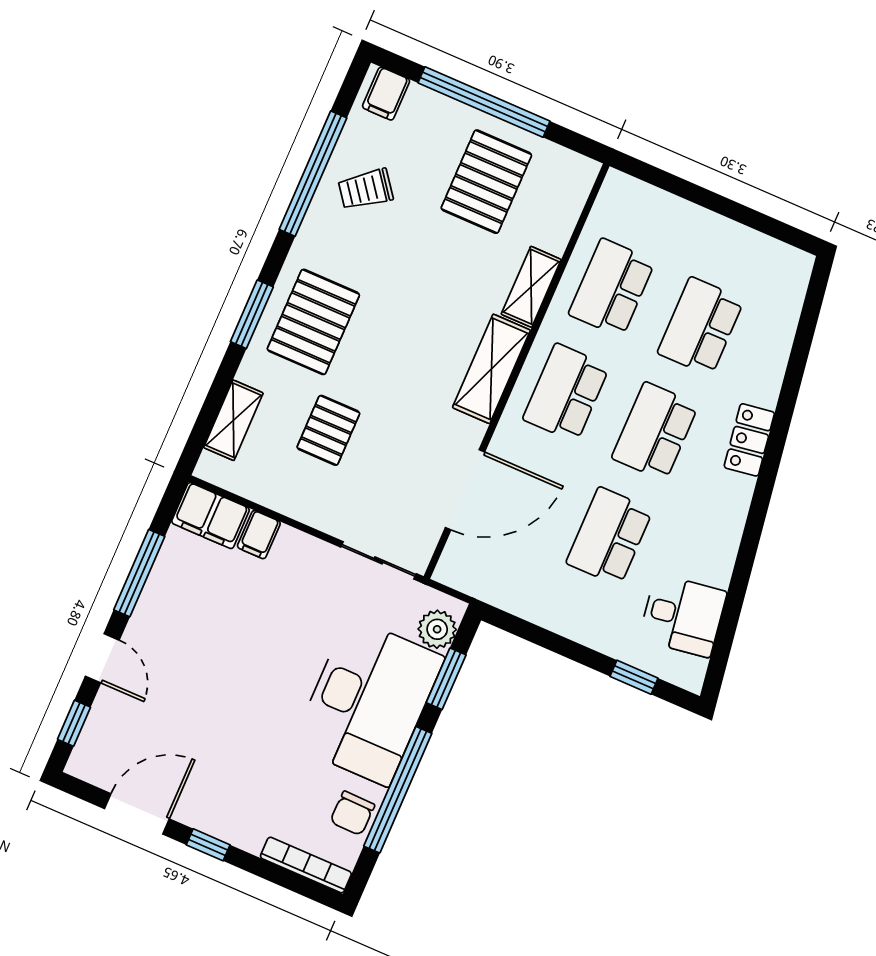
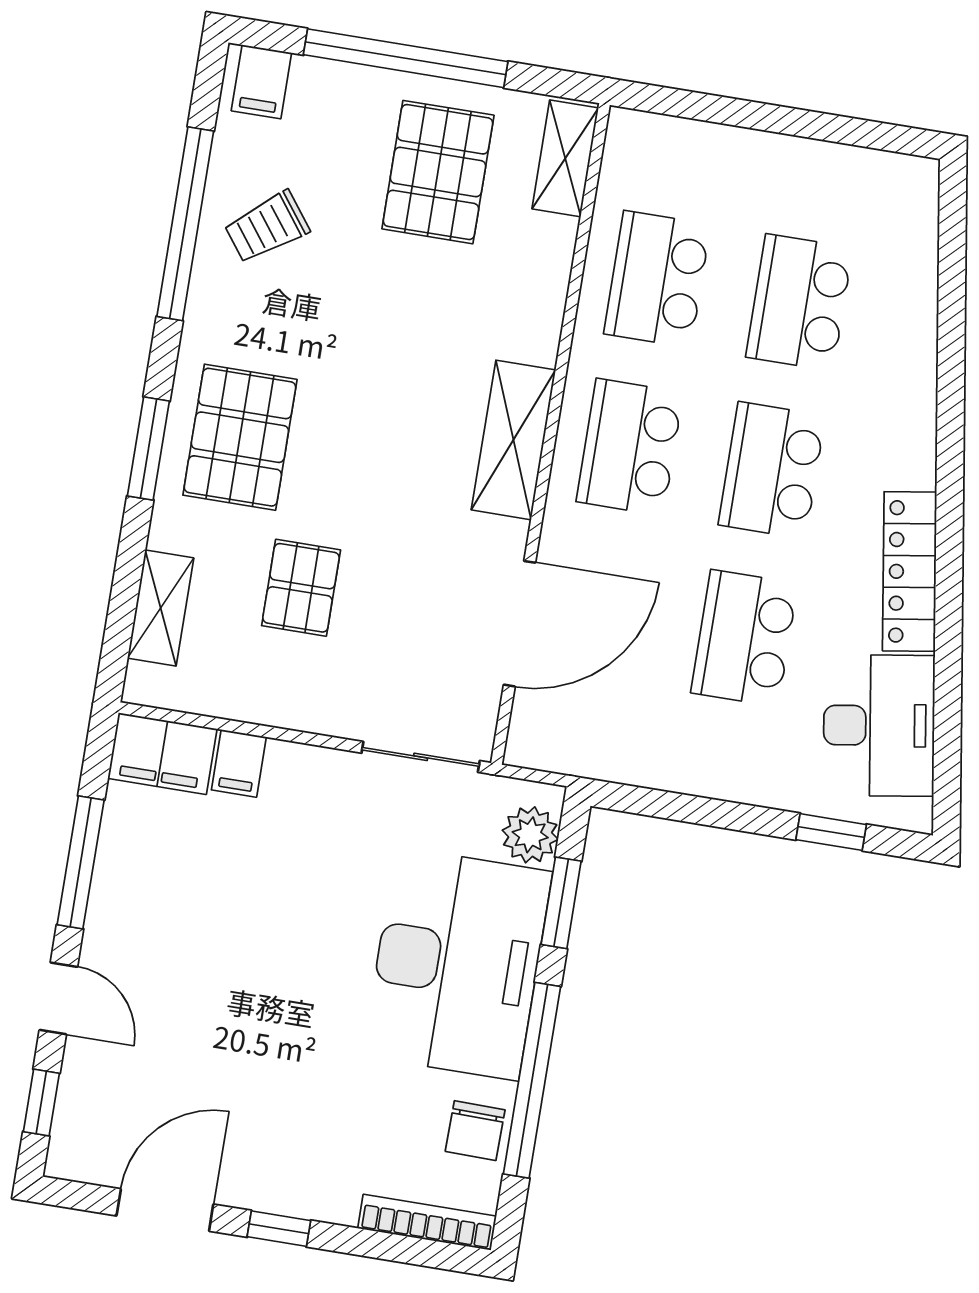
shelving: (531, 287) -> (565, 158), moved
locker: (749, 440) -> (910, 571), moved, width x1.53
desk: (683, 616) -> (879, 725), width x1.37

